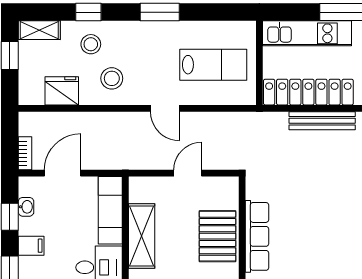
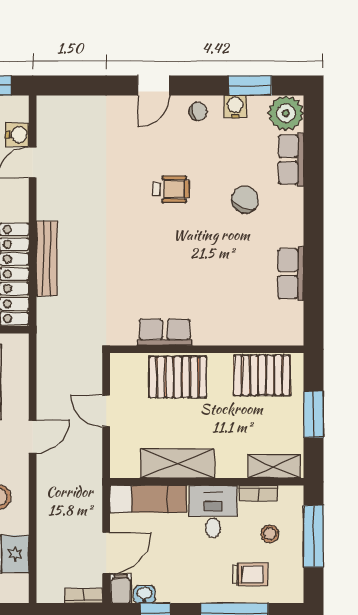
door: (63, 173) -> (106, 553), swing flipped
row of seats: (257, 236) -> (165, 332), width x0.68
filing cabinet: (31, 246) -> (121, 589), moved

